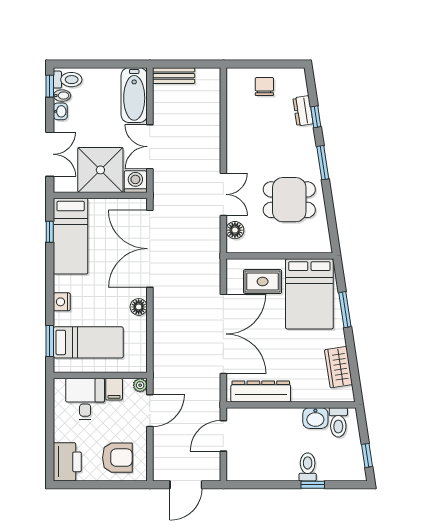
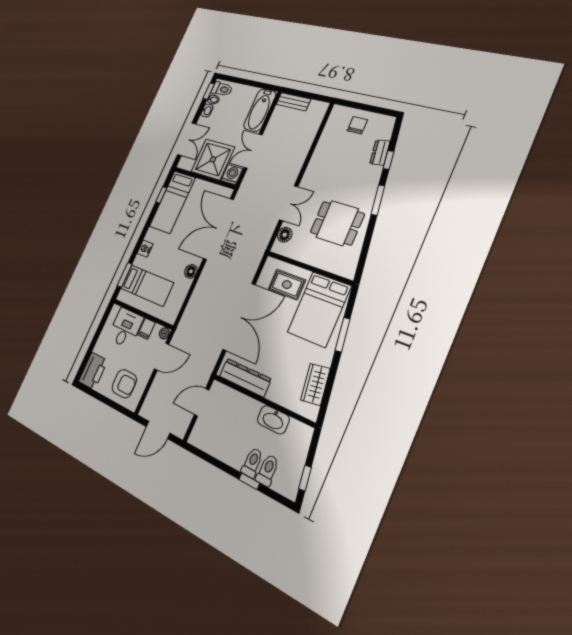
washbasin: (315, 418) -> (273, 420), width x1.38
toilet: (338, 422) -> (267, 470), moved, turned 180

